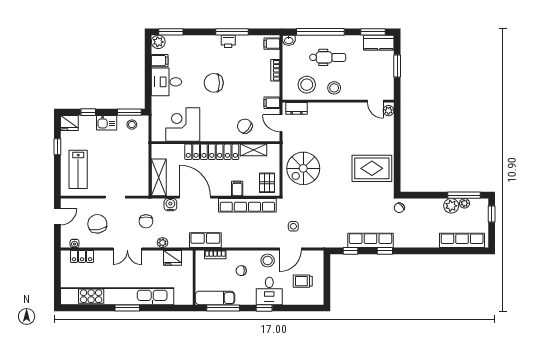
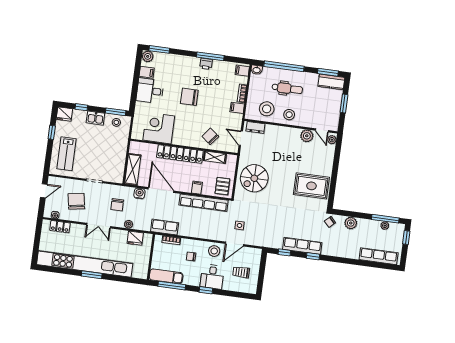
filing cabinet: (272, 103) -> (237, 108), moved
plant: (358, 110) -> (307, 136), added
plant: (451, 206) -> (351, 223), moved

